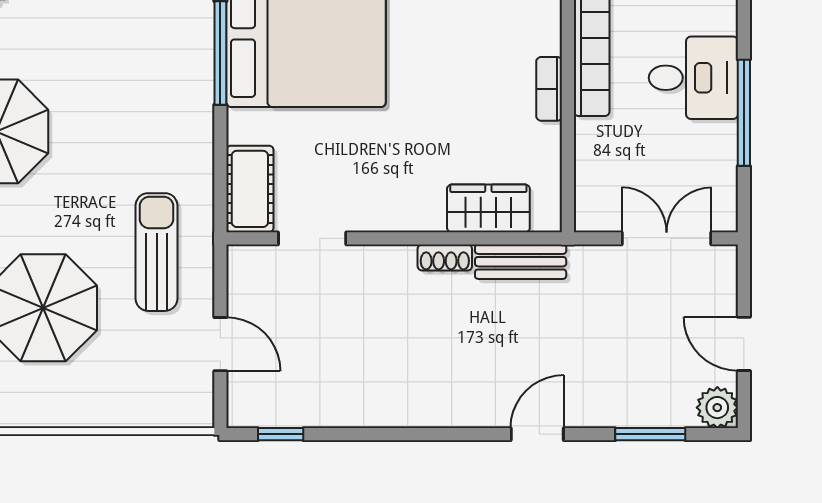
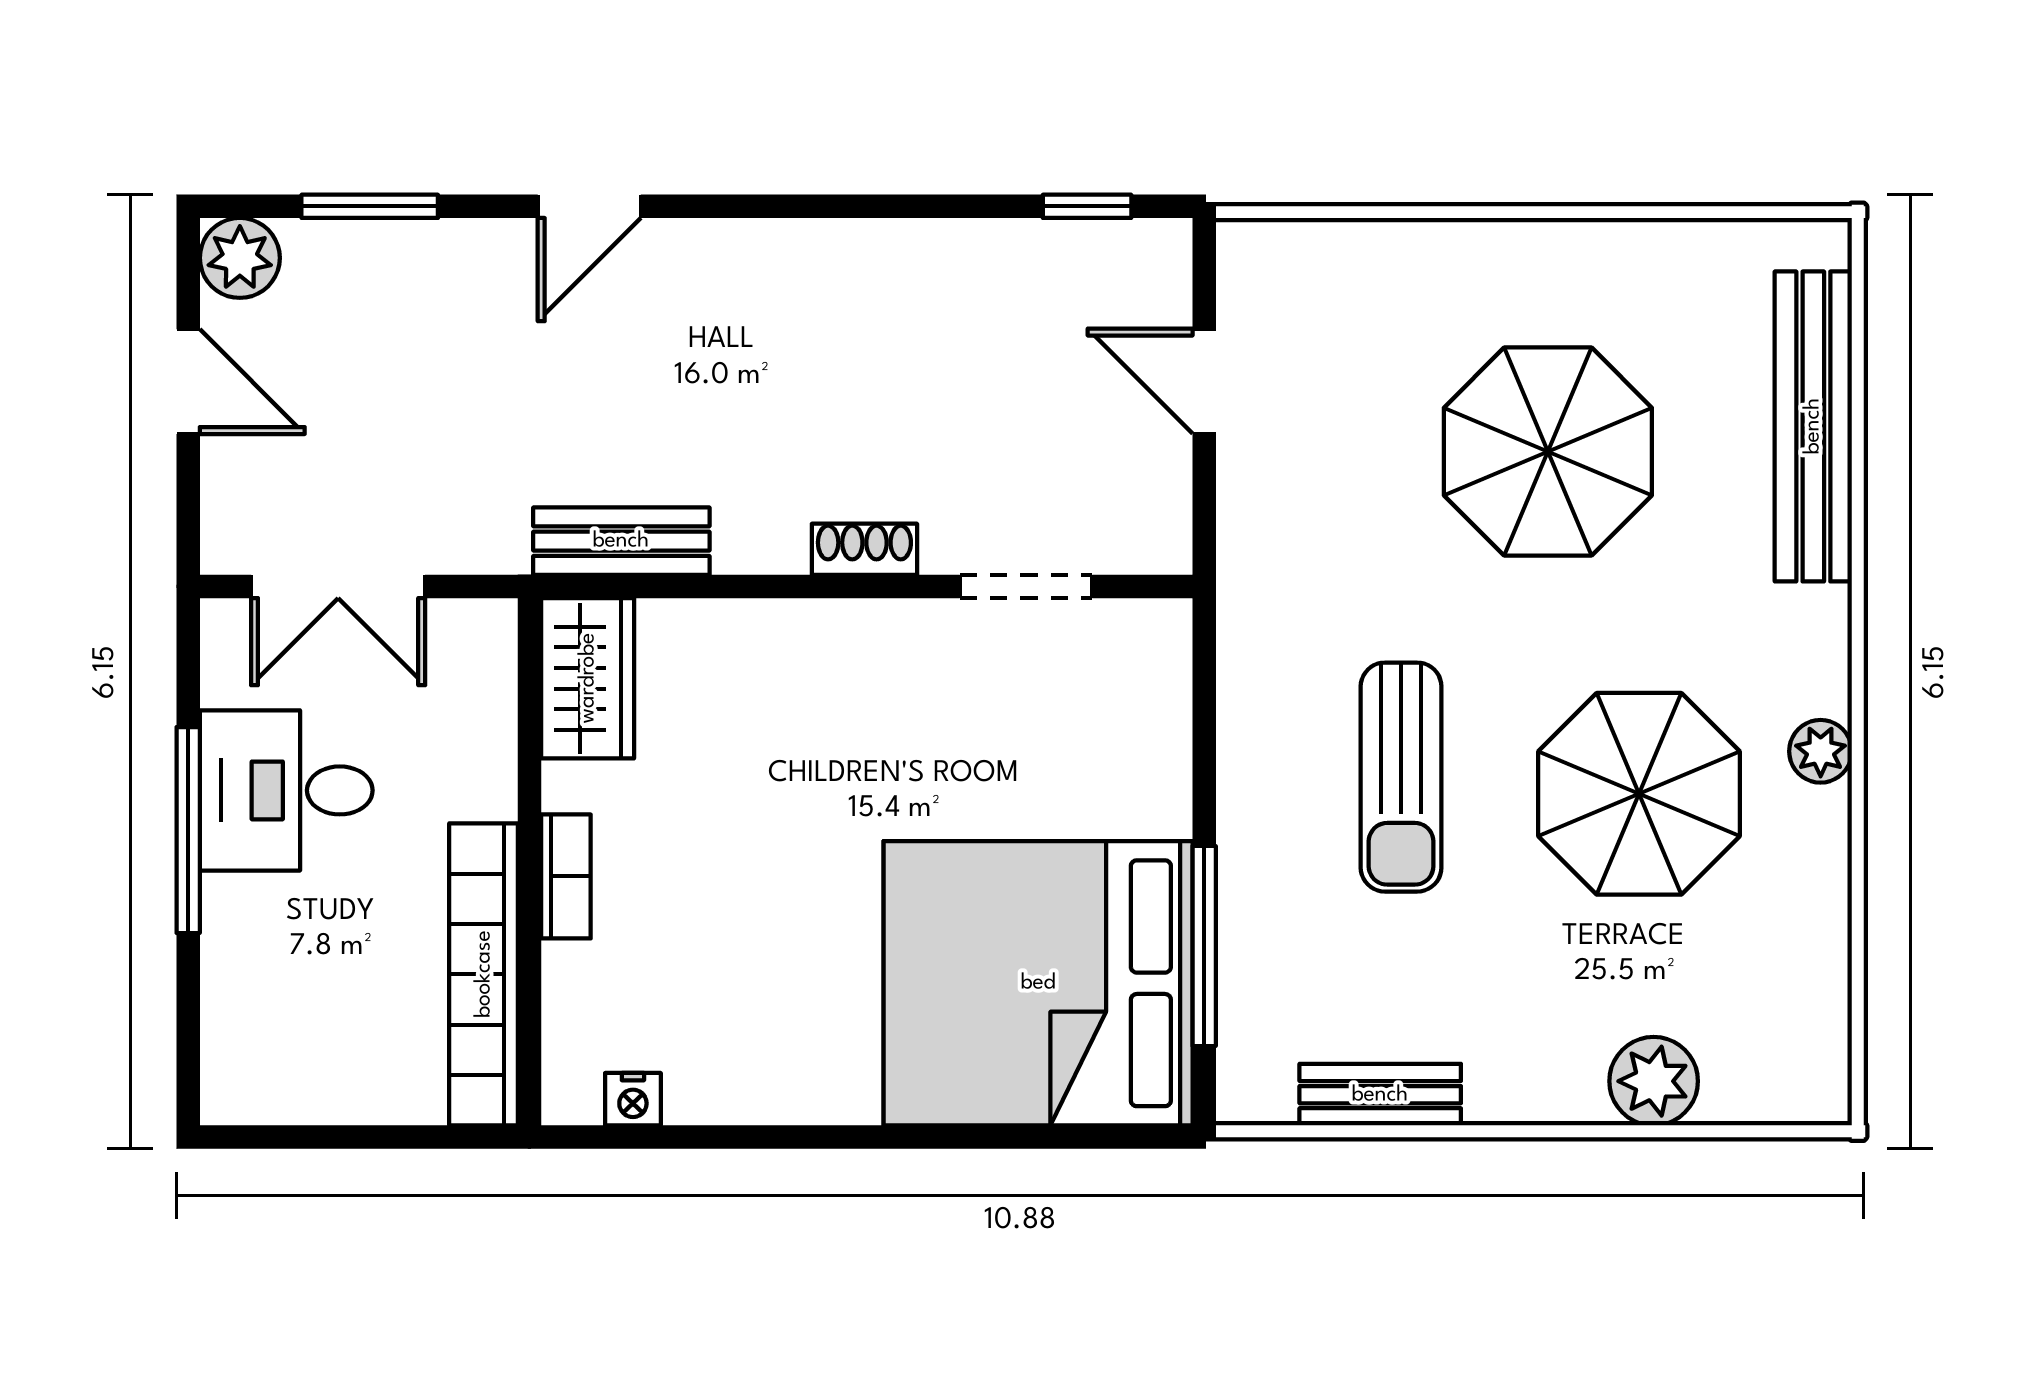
desk: (693, 78) -> (286, 790), moved
cot: (250, 189) -> (1147, 682), removed
wardrobe: (488, 208) -> (588, 678), moved, turned -90
sun lounger: (157, 252) -> (1401, 777), moved
shoe rack: (445, 257) -> (864, 549), moved

